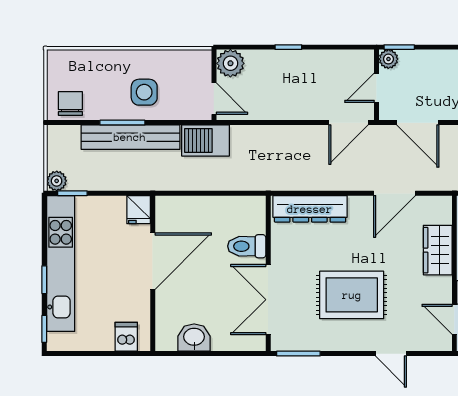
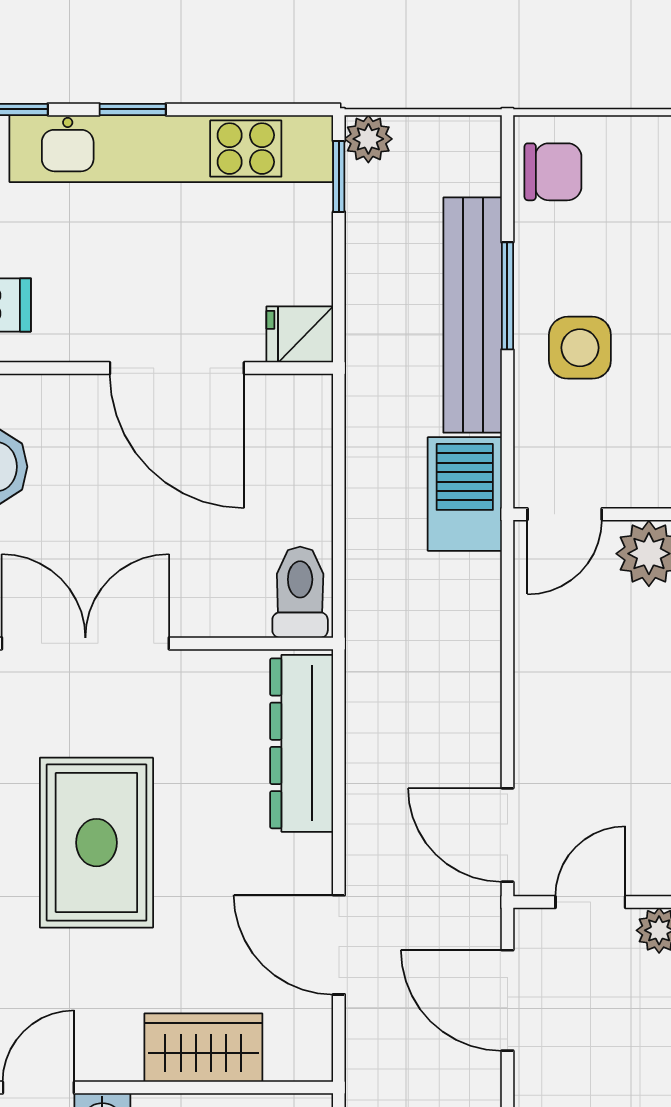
door: (377, 88) -> (590, 902), hinge flipped
door: (418, 123) -> (507, 1000), hinge flipped
toilet: (247, 246) -> (300, 592), moved

